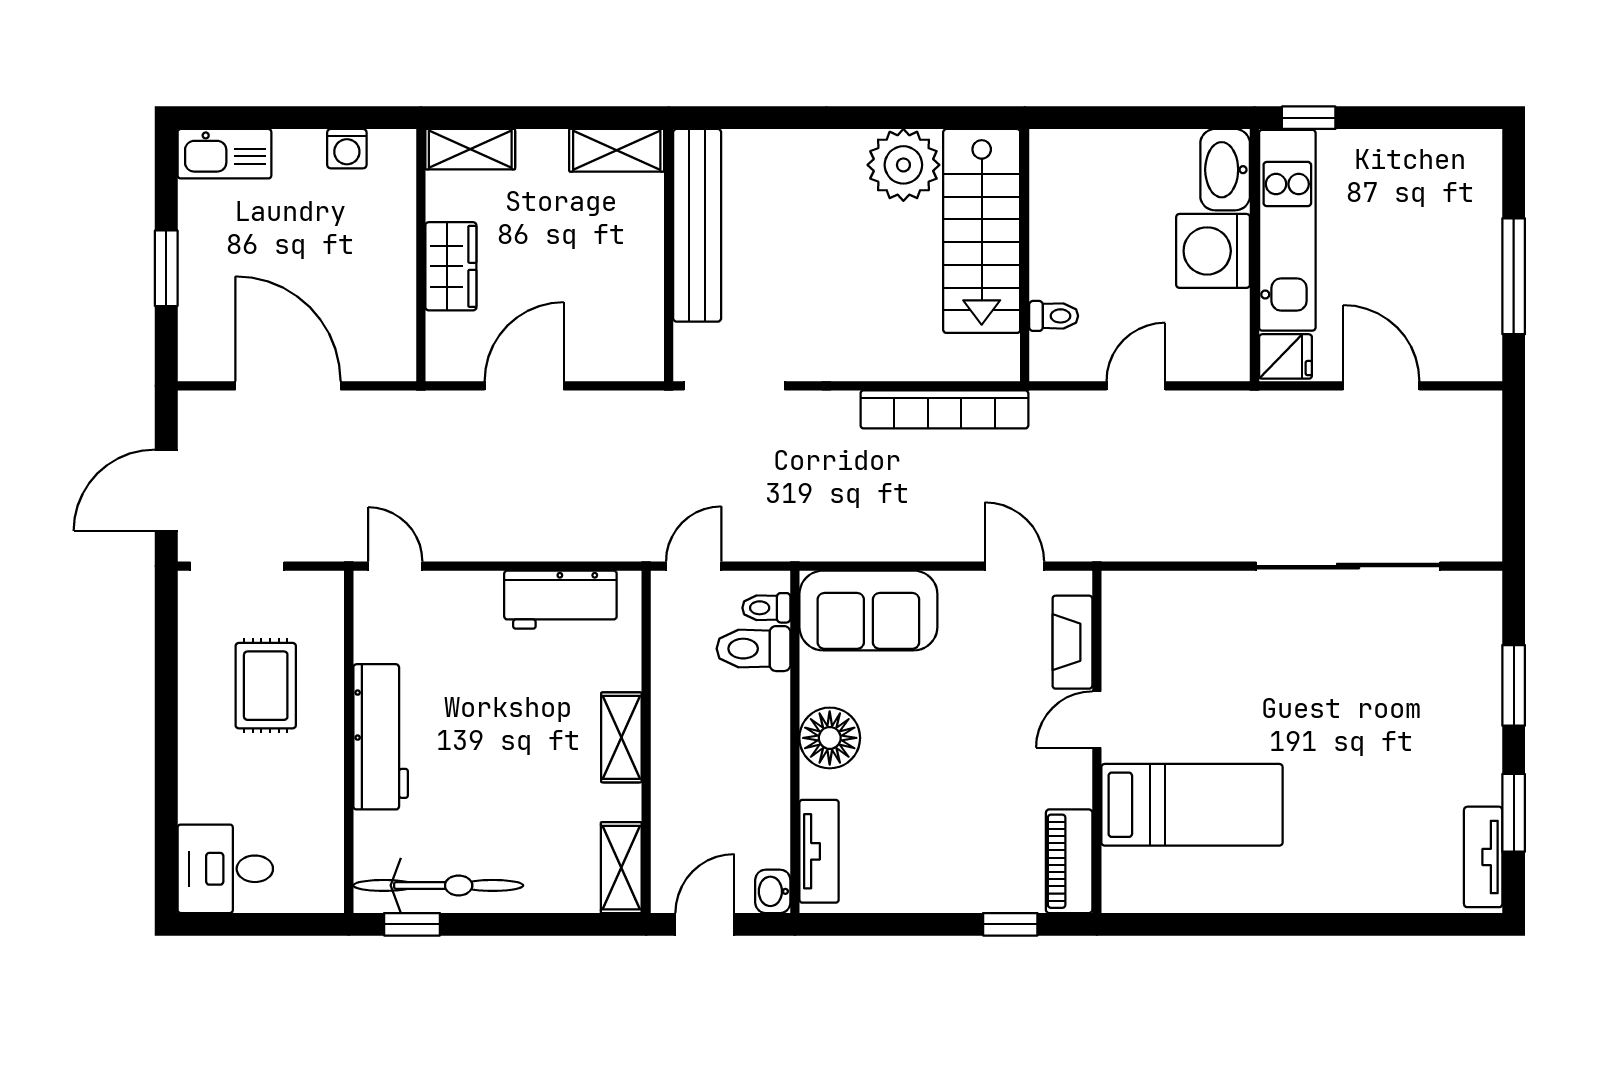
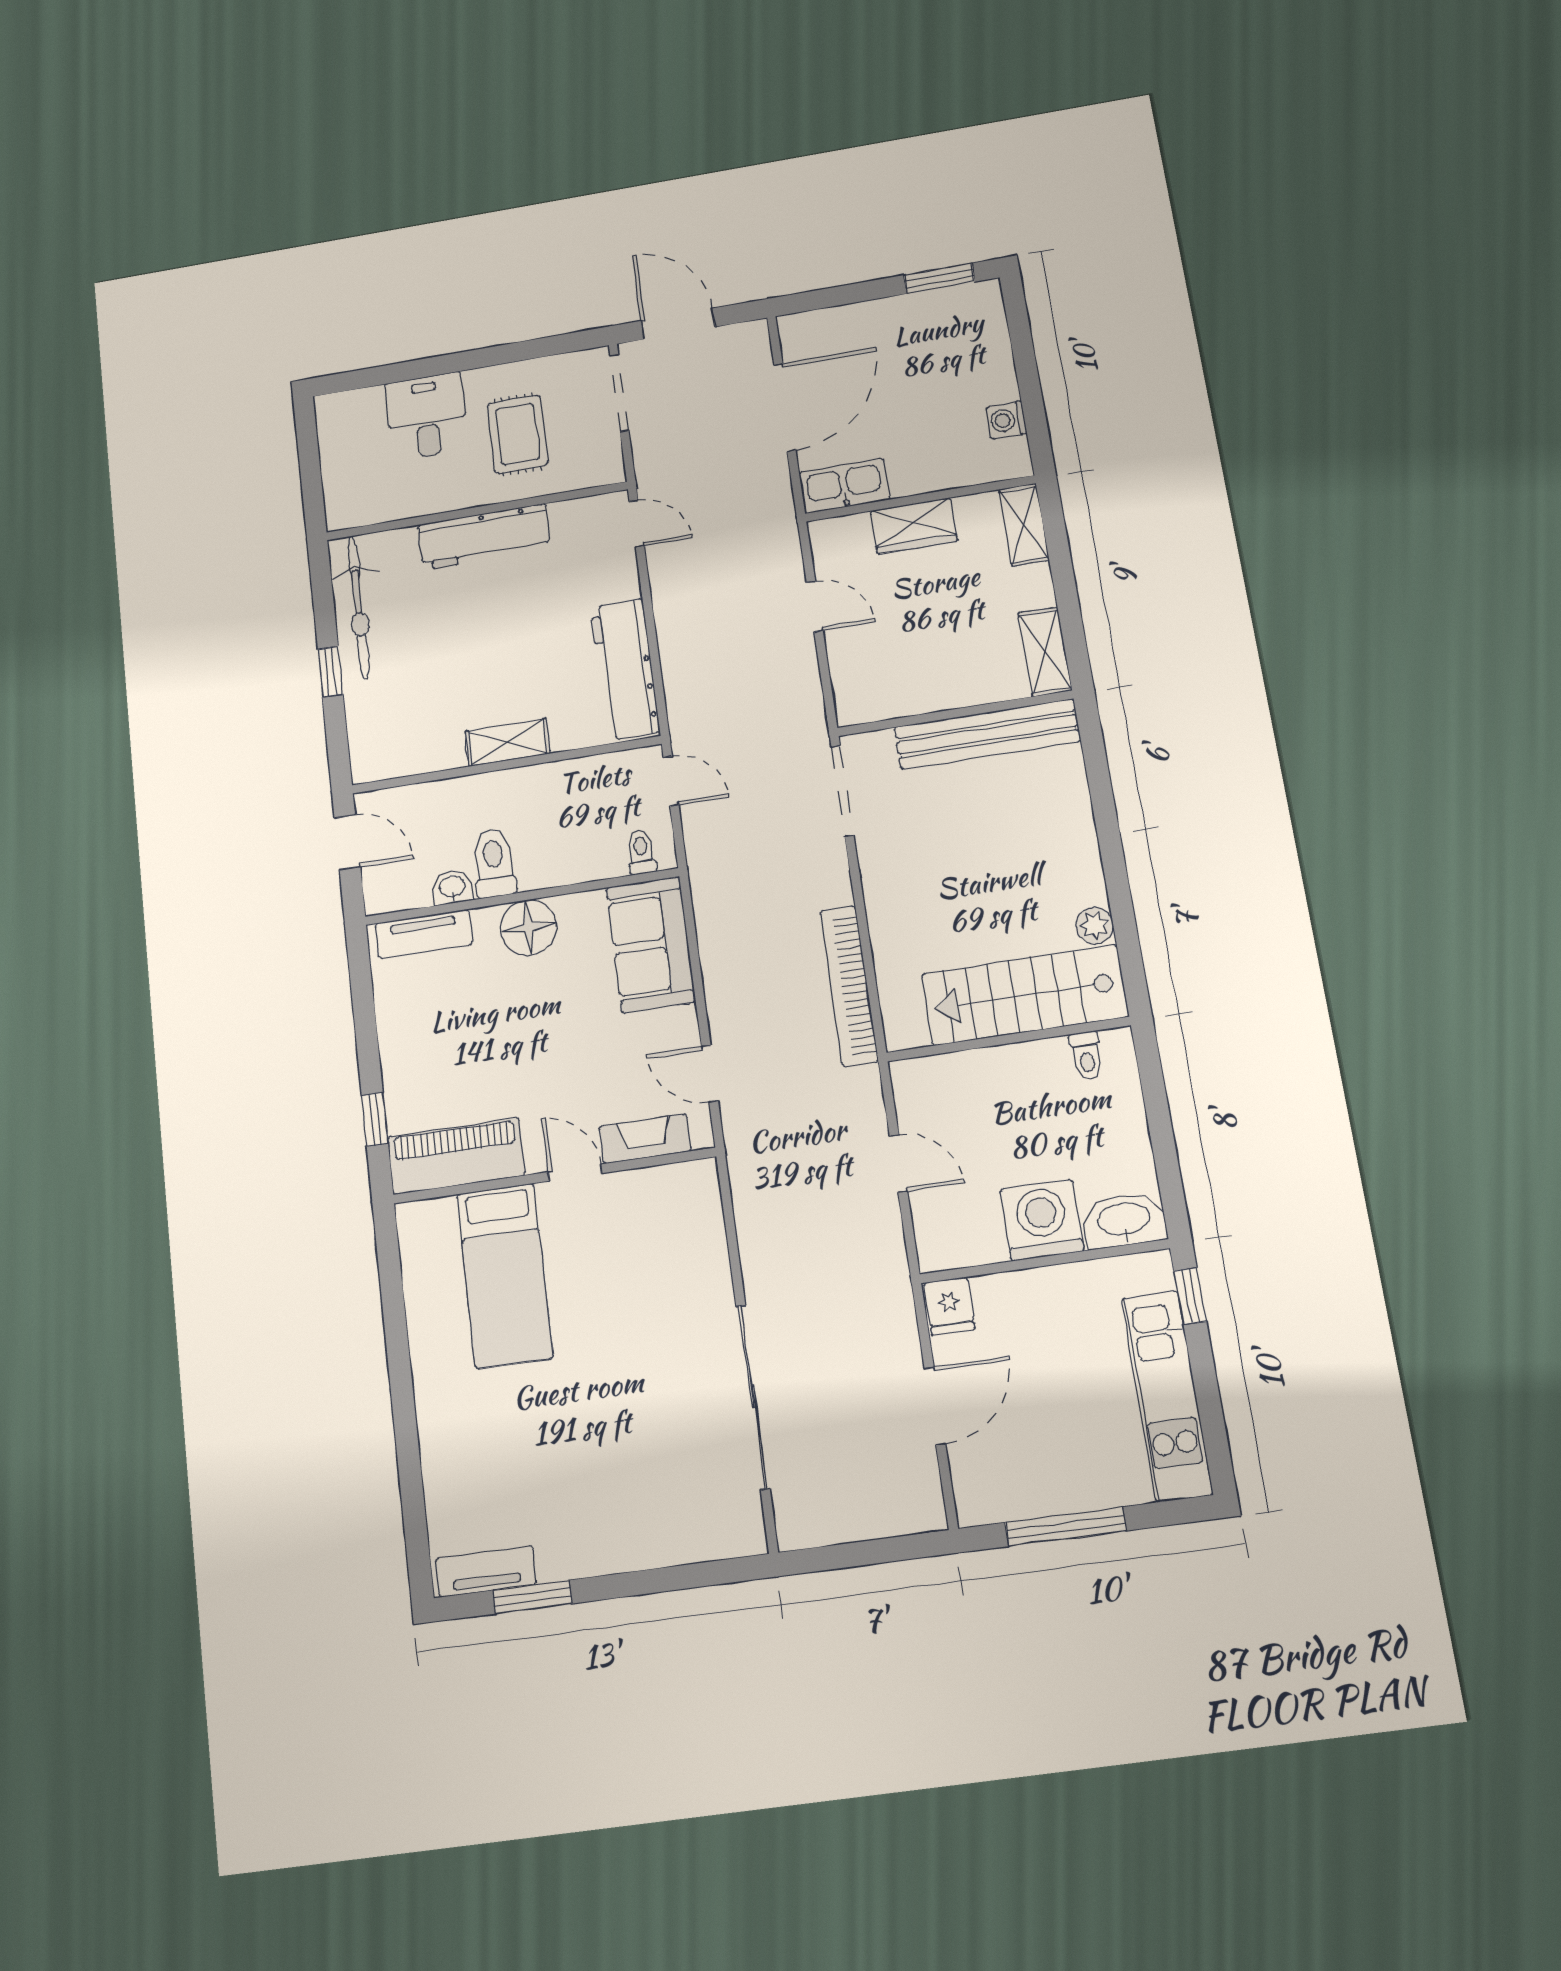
kitchen sink: (224, 154) -> (844, 486), moved, turned 90
plant: (903, 165) -> (1095, 926), width x0.53, depth x0.53
kitchen unit: (1287, 230) -> (1167, 1396), moved, turned 90
window: (166, 268) -> (939, 278), moved
toilet: (1054, 316) -> (1086, 1056), moved
door: (524, 386) -> (815, 606), width x0.73
door: (395, 566) -> (637, 524), hinge flipped
door: (1014, 566) -> (710, 1074), swing flipped
workbench: (560, 600) -> (625, 669), width x1.38
toilet: (753, 649) -> (494, 863), moved
window: (1514, 685) -> (657, 1580), removed
rug: (266, 686) -> (517, 434), turned 90
piano: (1069, 861) -> (456, 1156), width x1.37, depth x1.33
shelving: (621, 868) -> (391, 761), removed
desk: (225, 869) -> (426, 416), moved
washbasin: (773, 891) -> (452, 887), moved
window: (412, 924) -> (330, 672), moved

